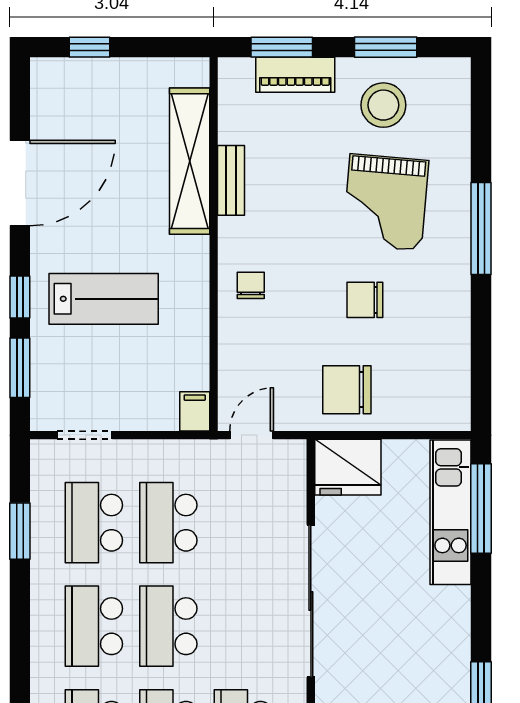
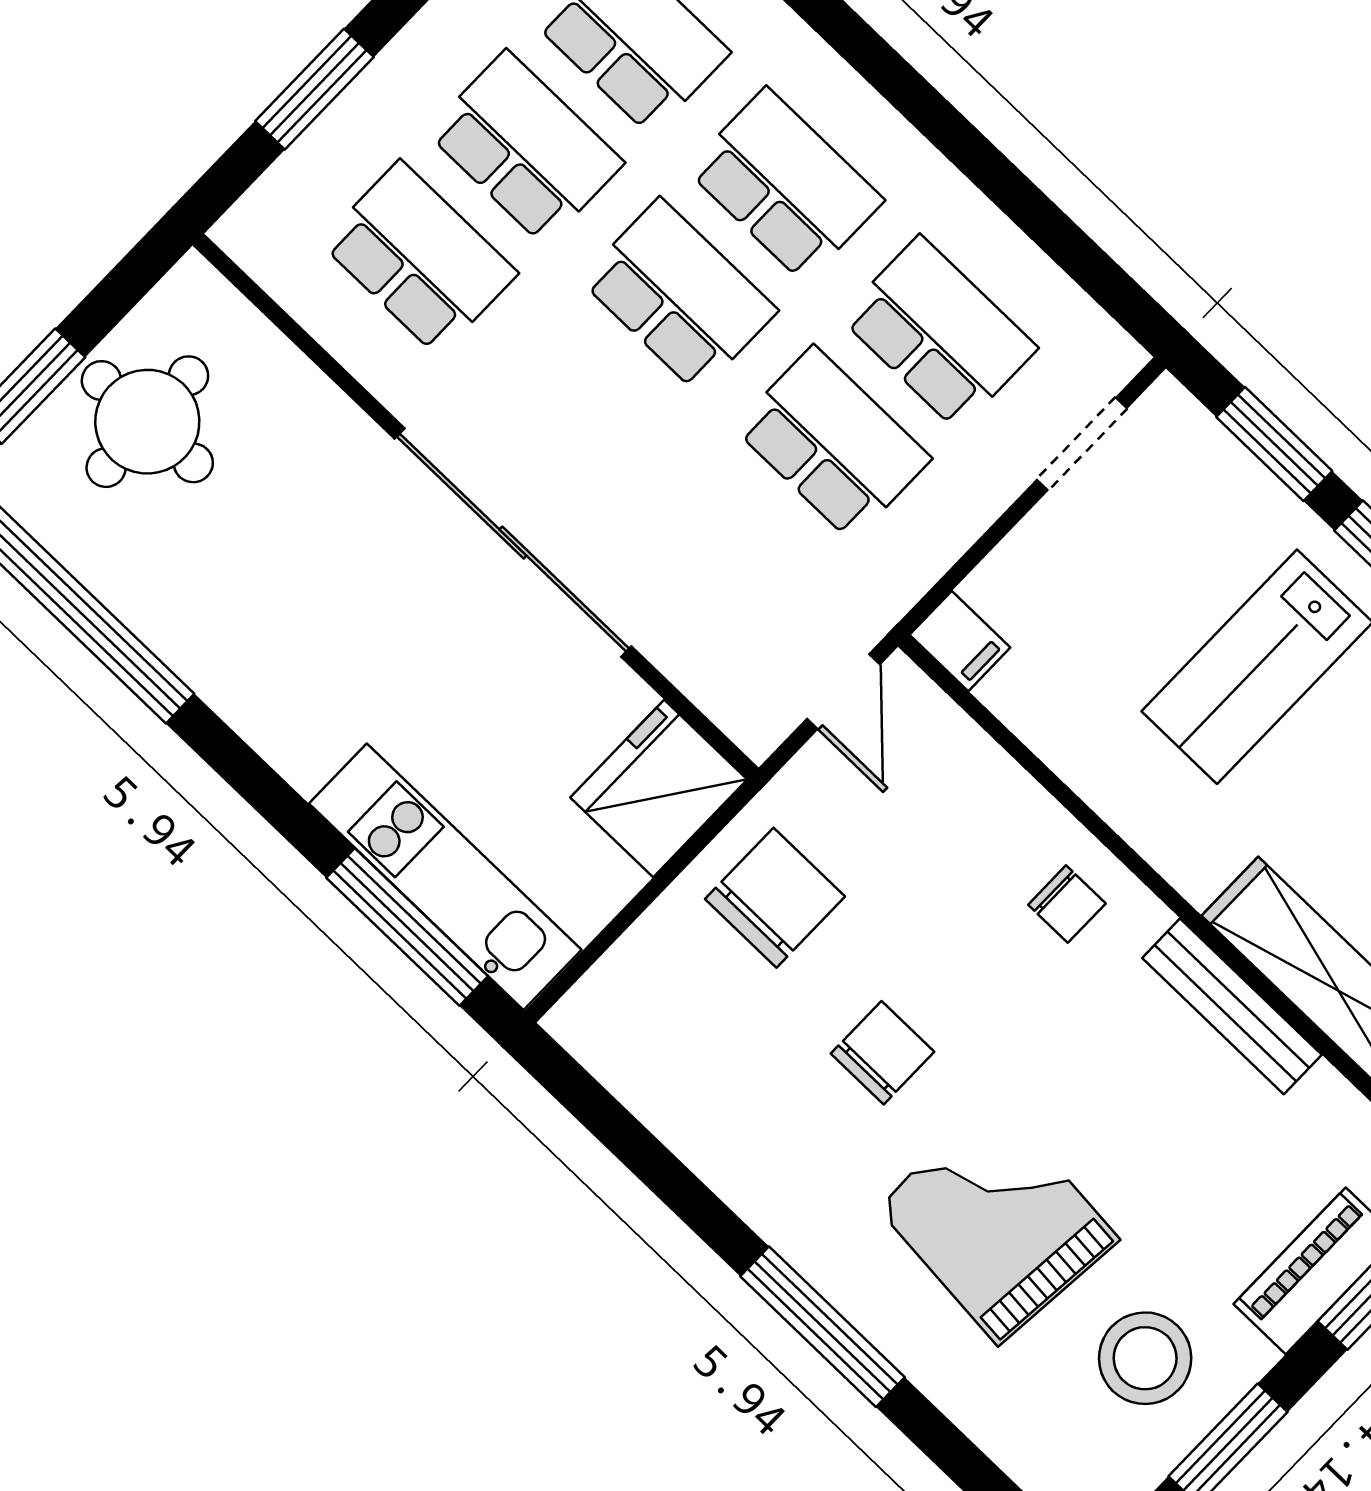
bench: (231, 180) -> (1232, 1006), width x1.36
window: (20, 531) -> (1032, 211), removed

